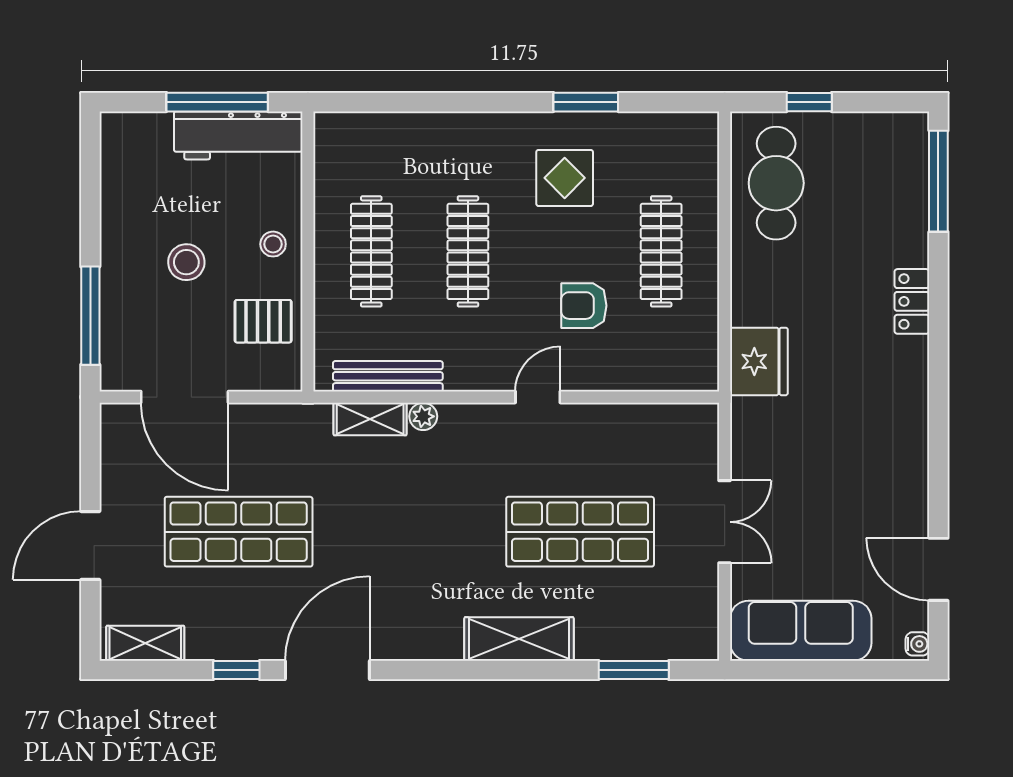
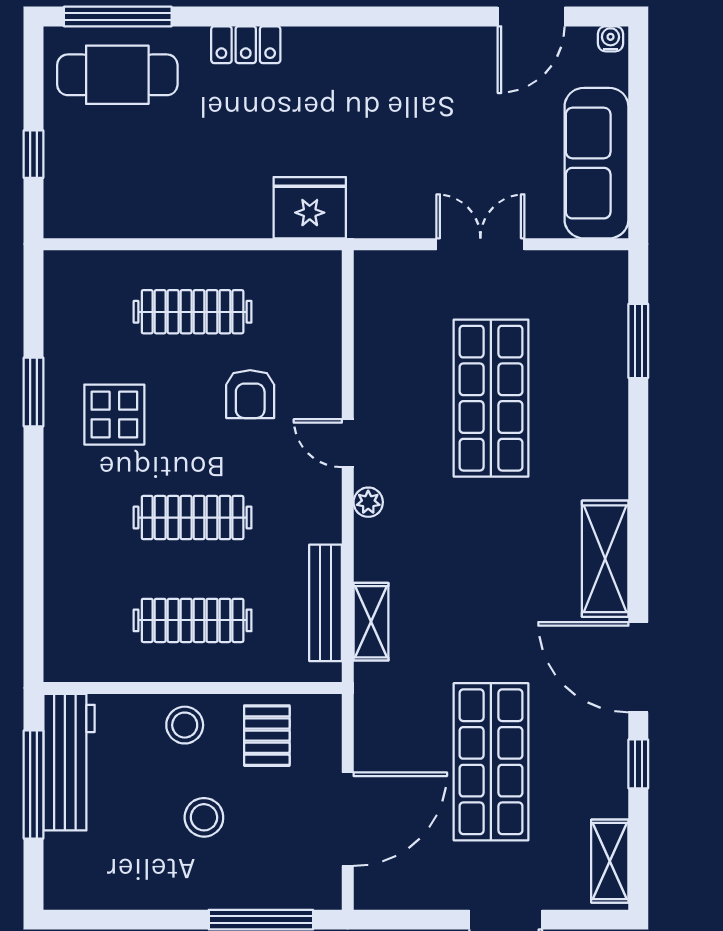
cafe table: (776, 183) -> (117, 75), moved
stool: (273, 244) -> (185, 725), width x1.37, depth x1.37
plant: (423, 416) -> (368, 502), moved
shelving: (519, 639) -> (605, 559), moved

